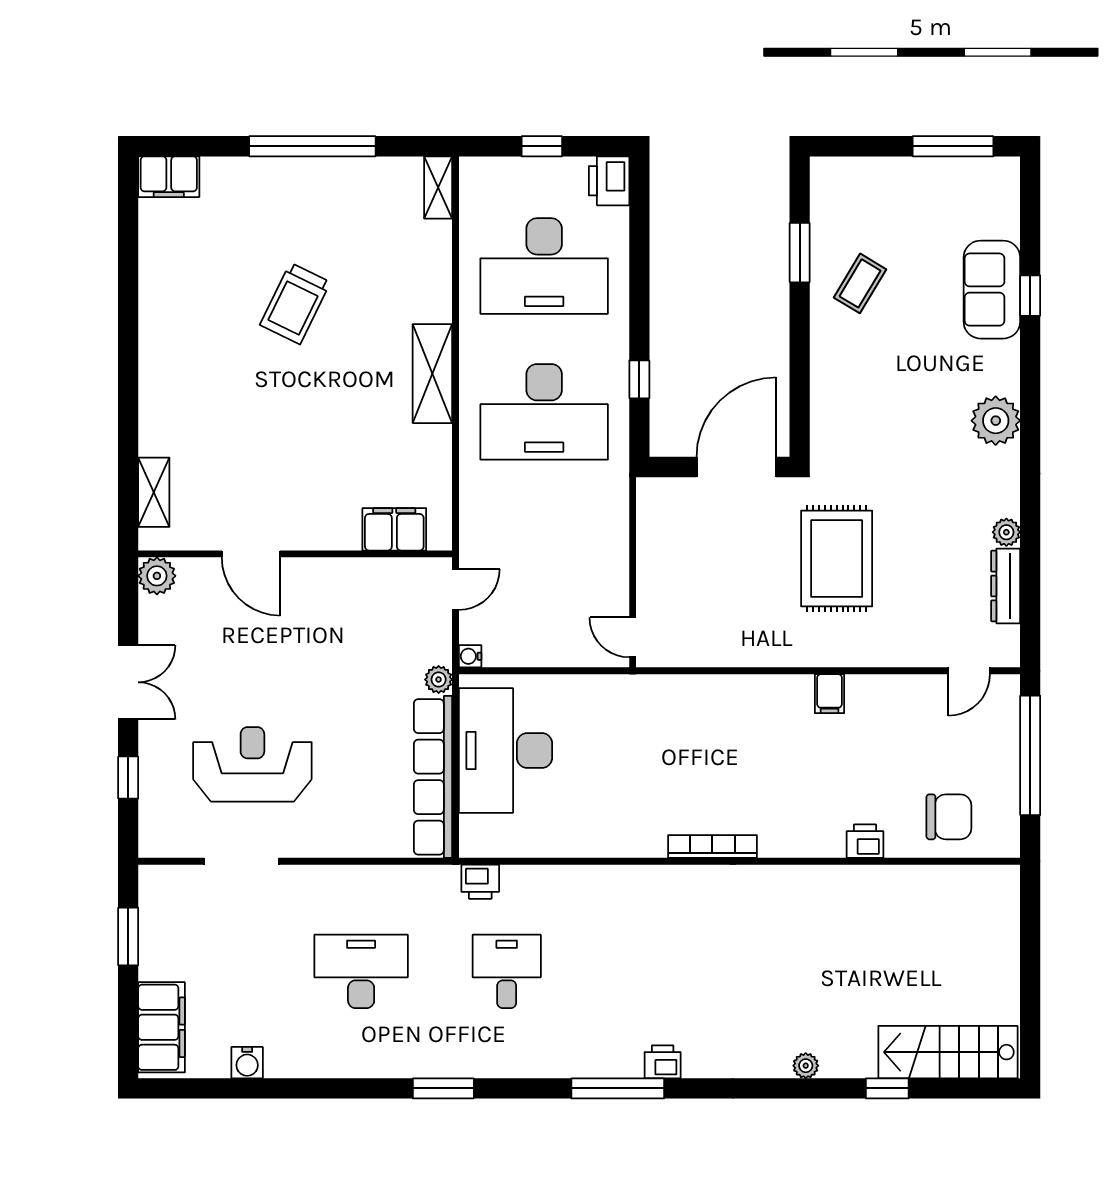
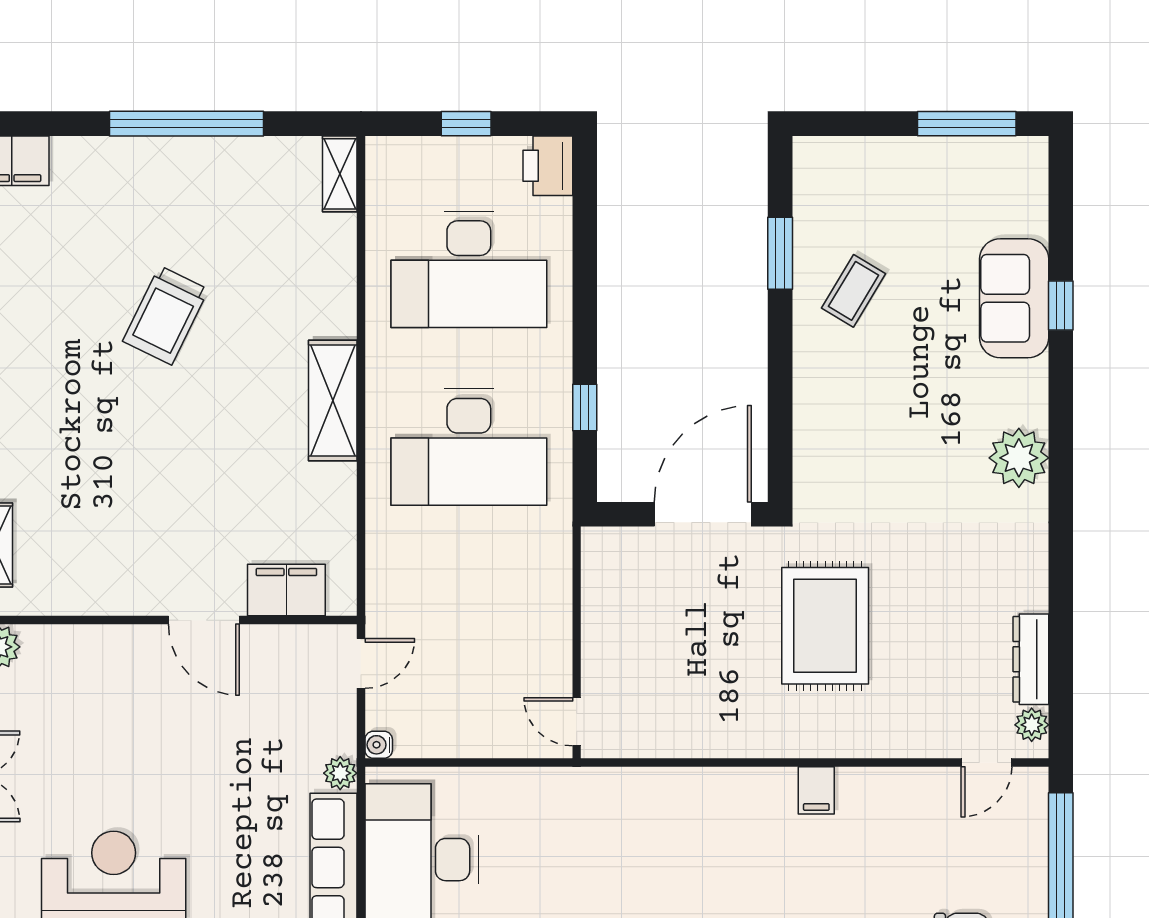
plant: (1006, 532) -> (1032, 725), moved
door: (251, 554) -> (204, 620), moved

